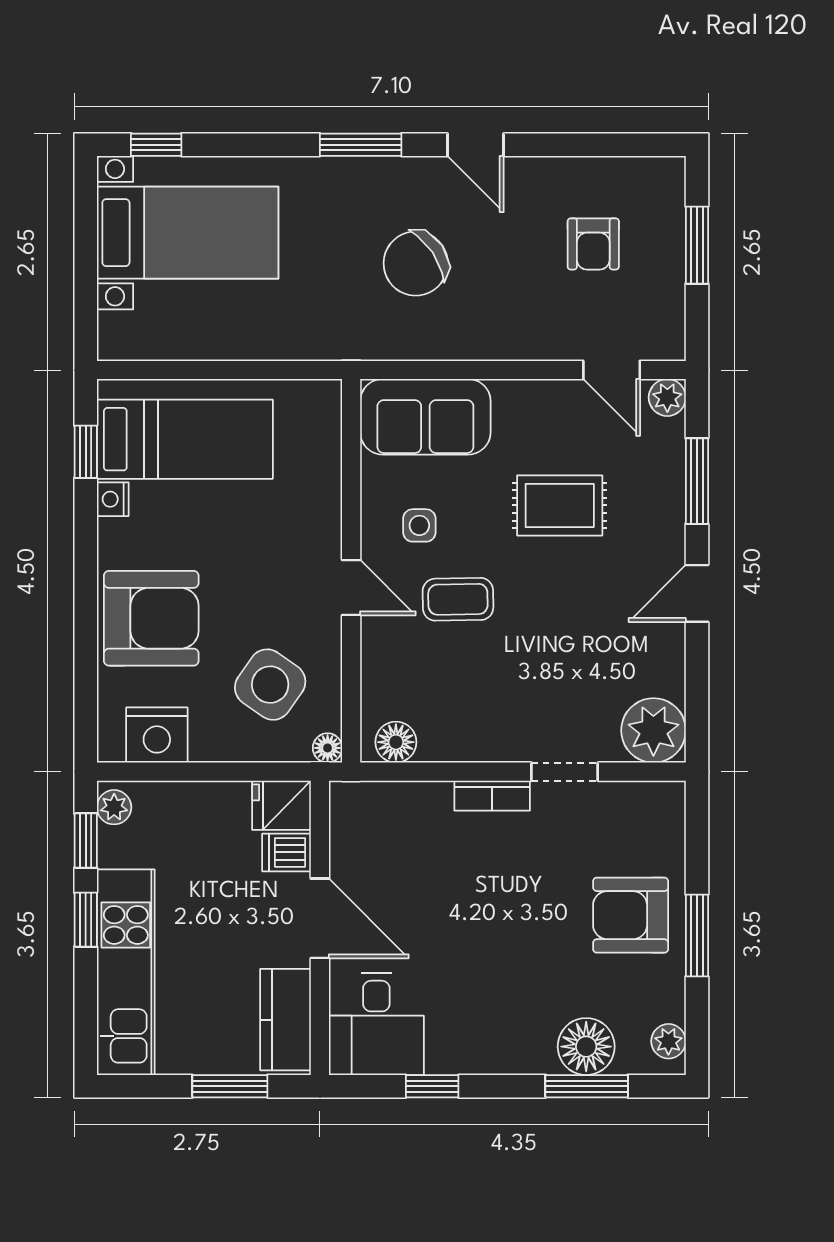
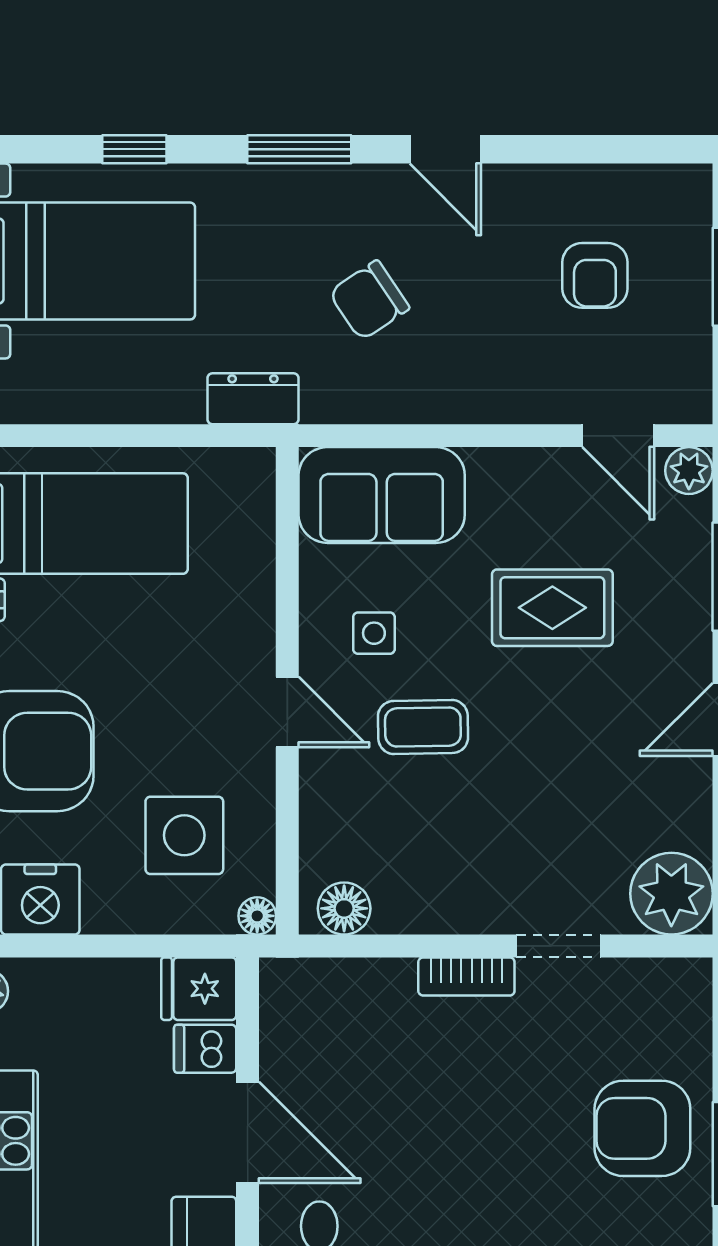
window: (156, 145) -> (134, 149), moved
chair: (416, 263) -> (369, 300), width x0.73, depth x0.73
dresser: (324, 341) -> (253, 399), added
side table: (270, 685) -> (184, 835), turned -35

